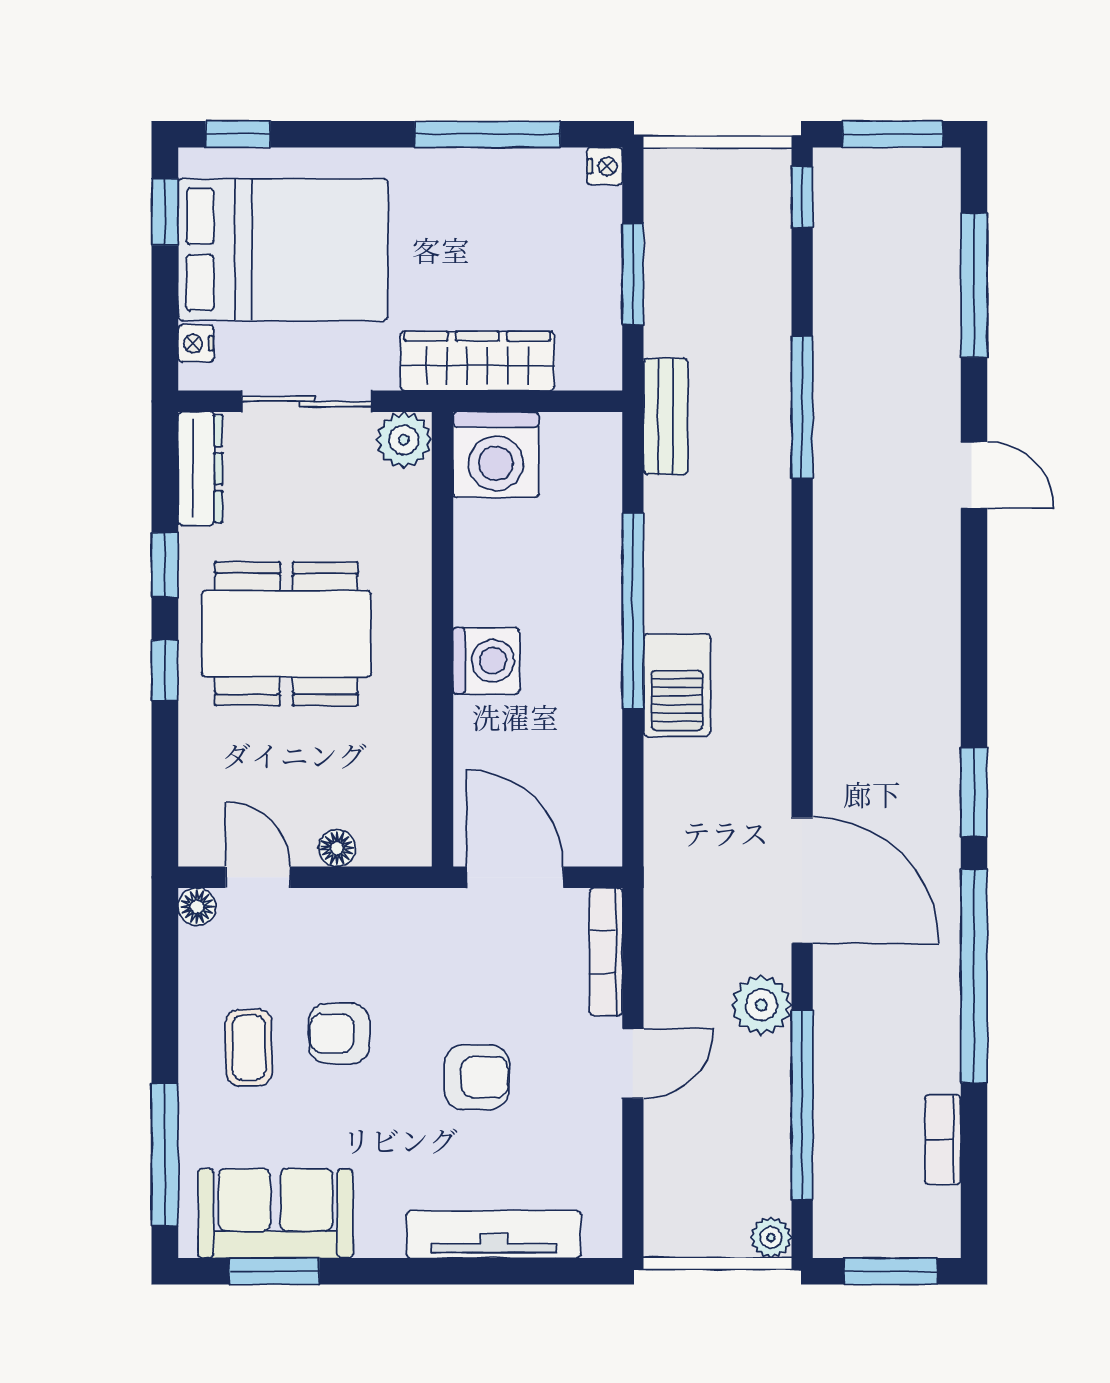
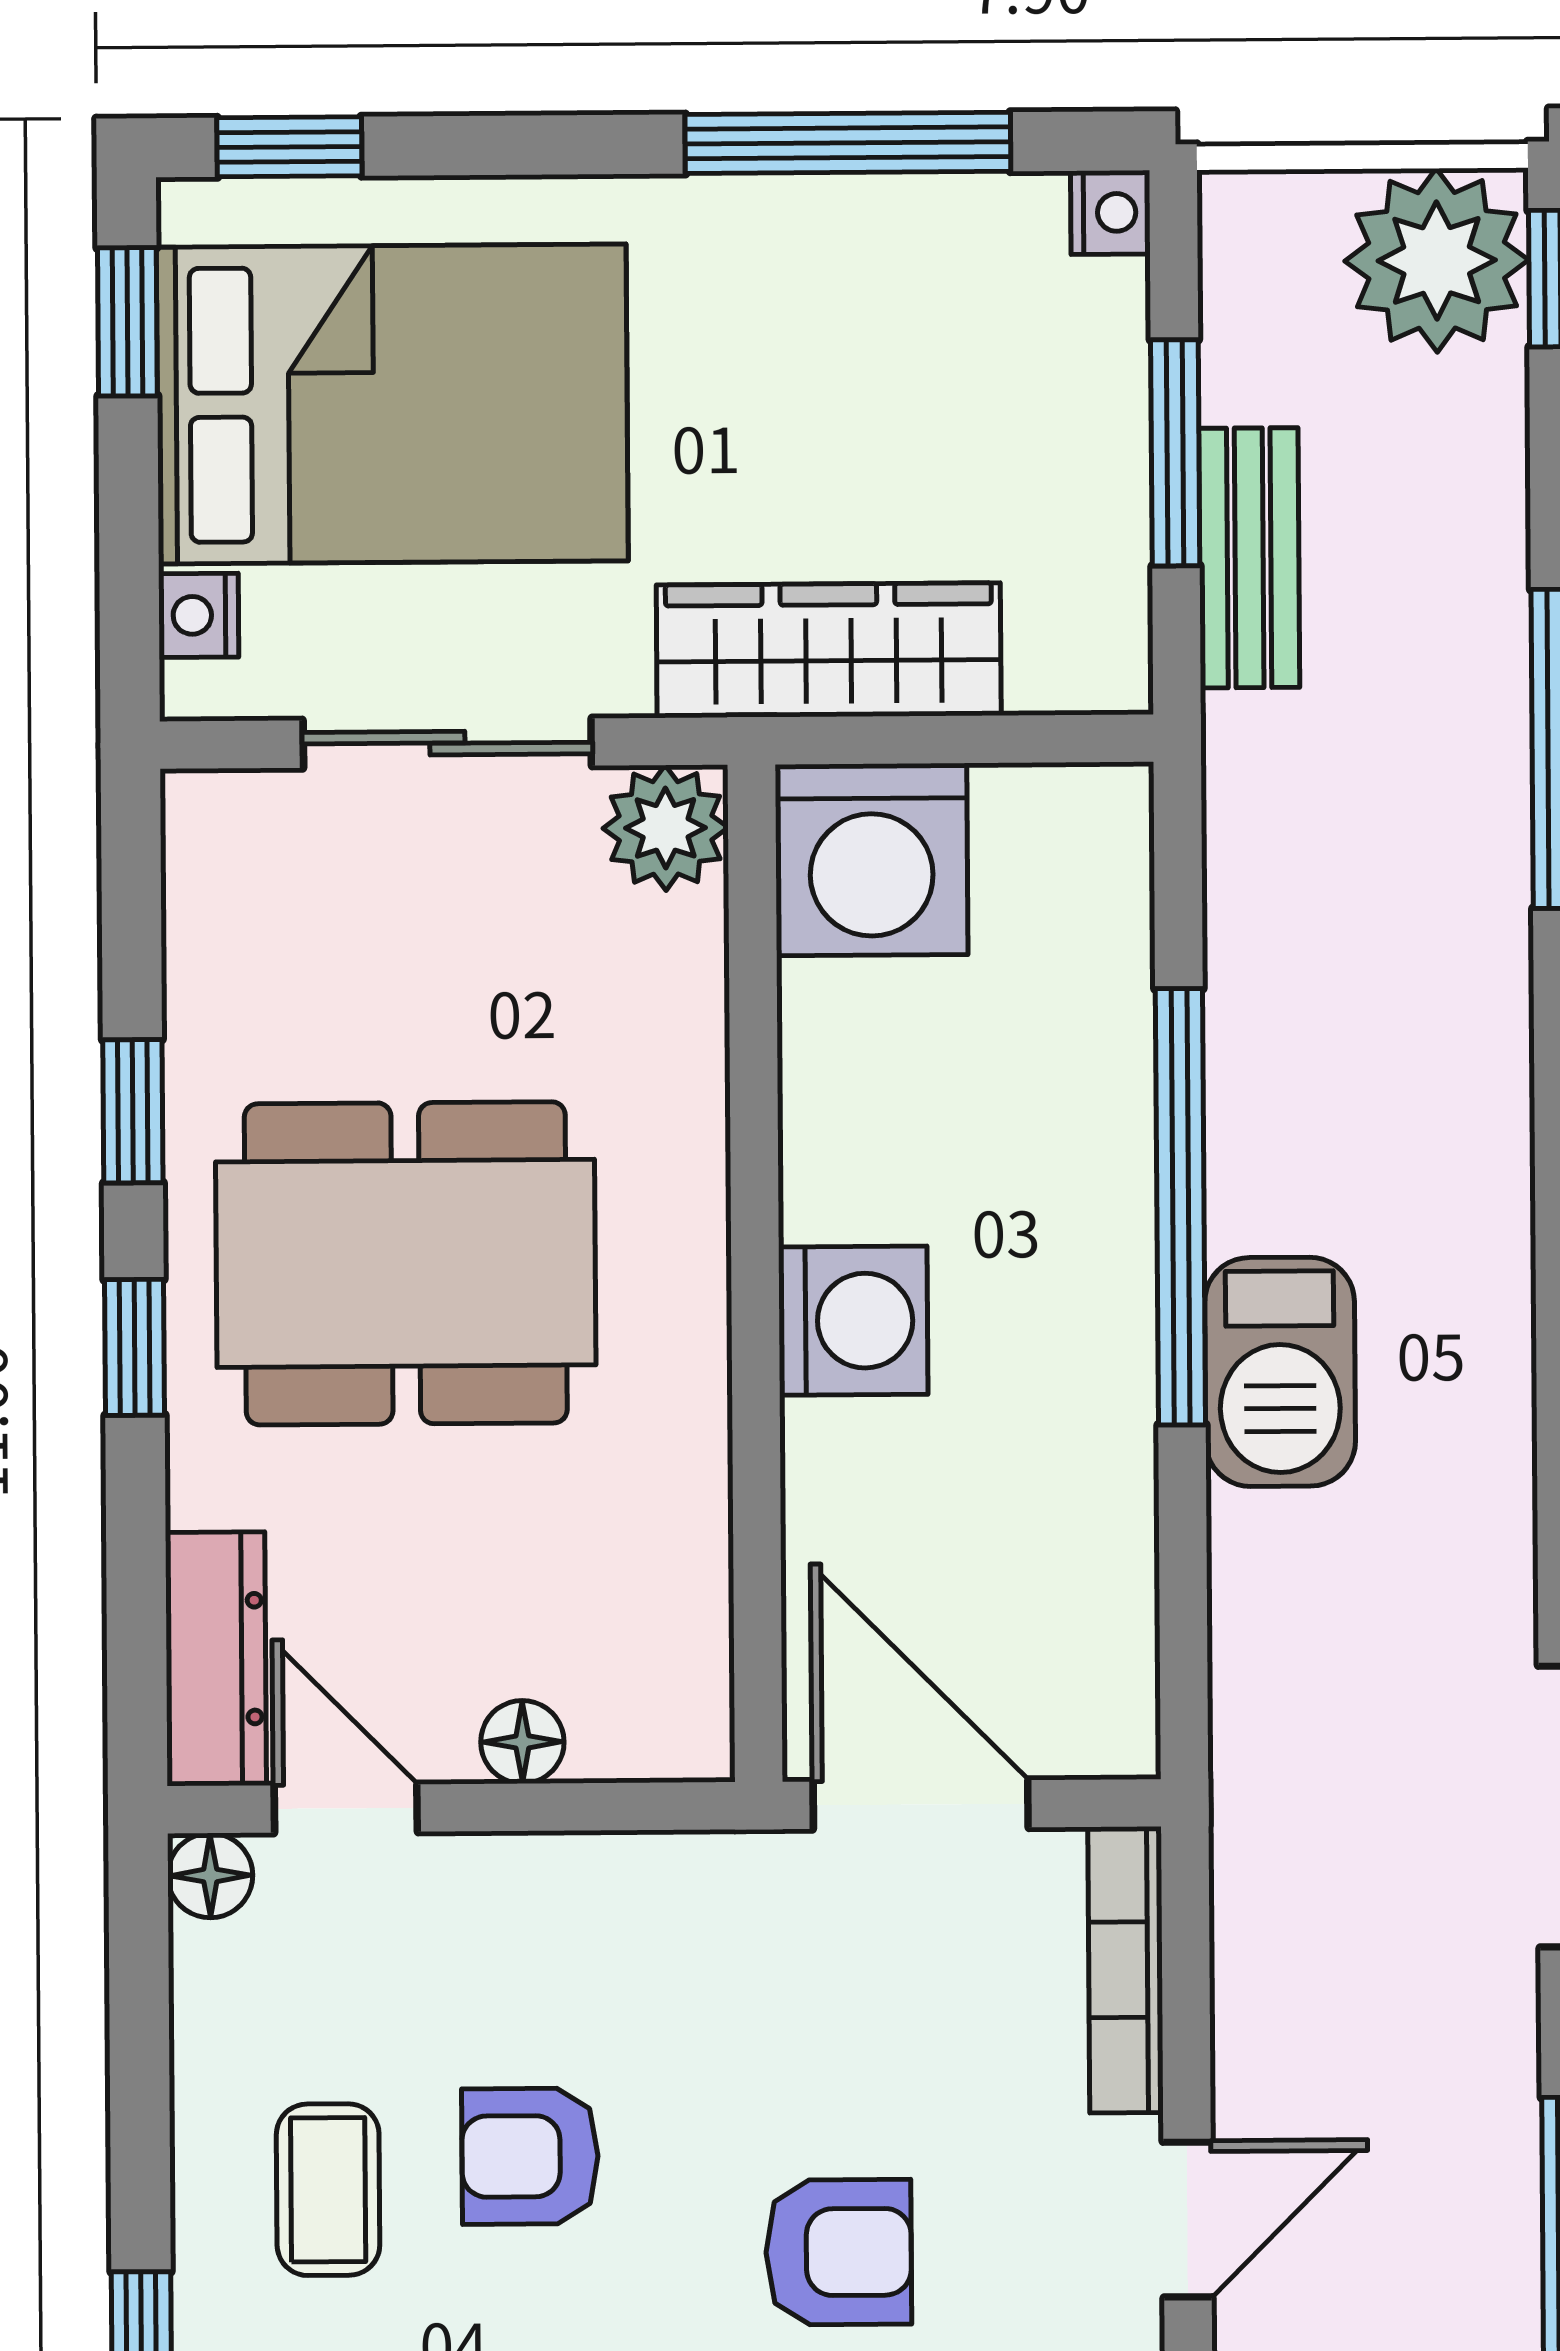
bench: (666, 417) -> (1249, 558), moved
dresser: (200, 469) -> (216, 1659), moved
plant: (761, 1005) -> (1437, 260), moved, width x1.36, depth x1.36

